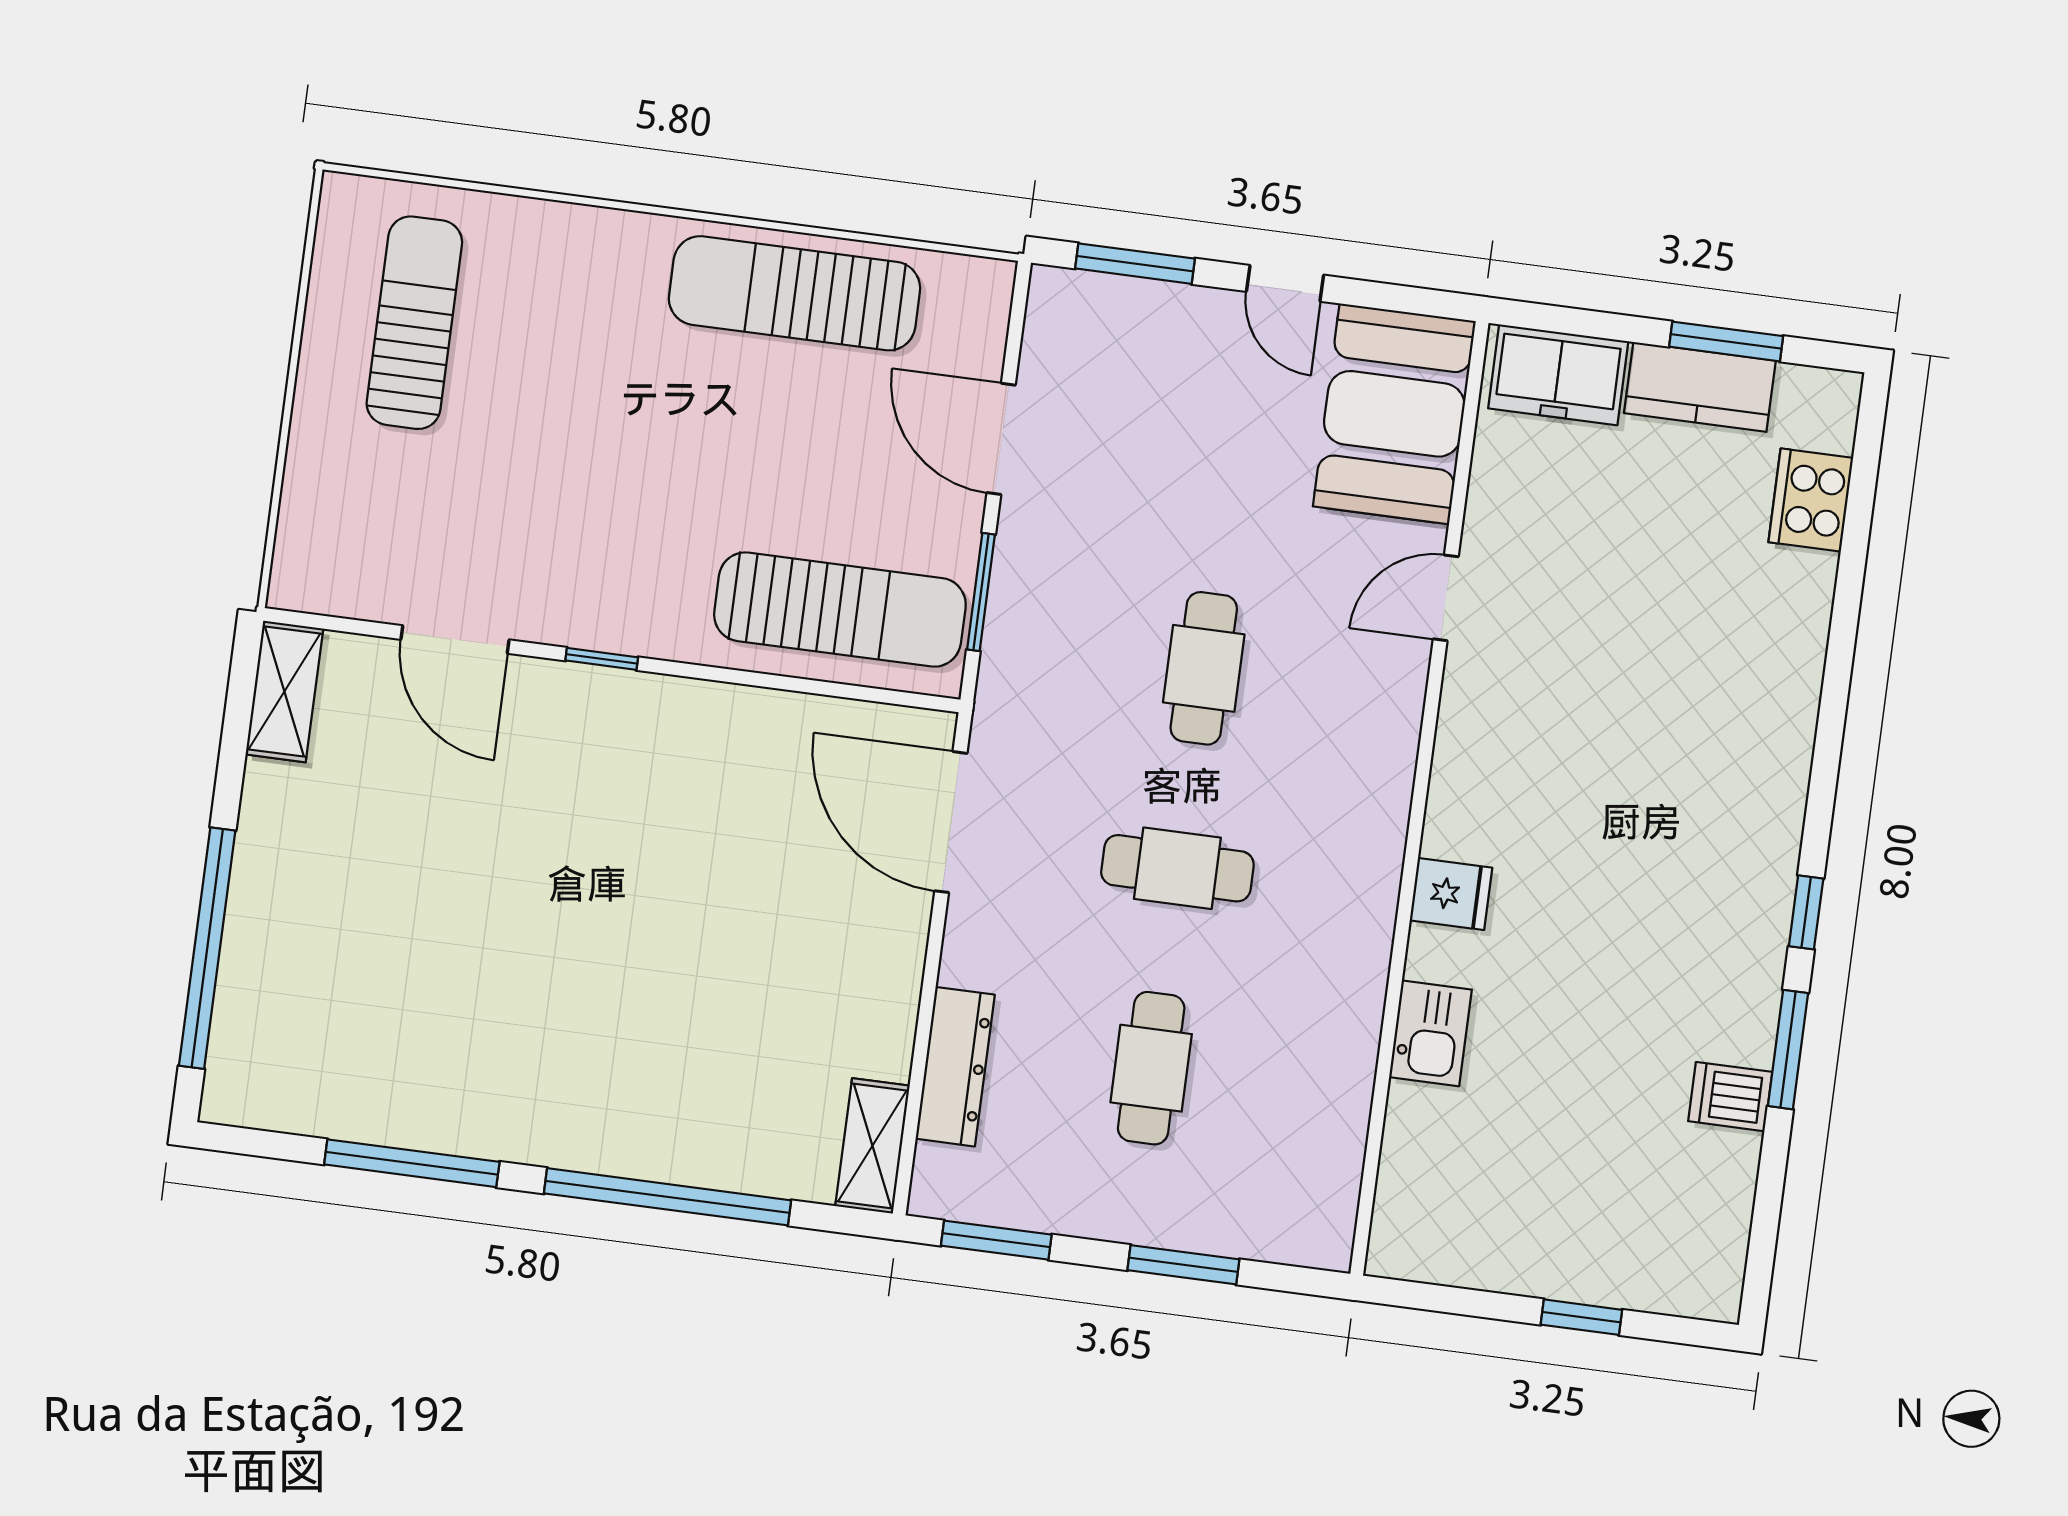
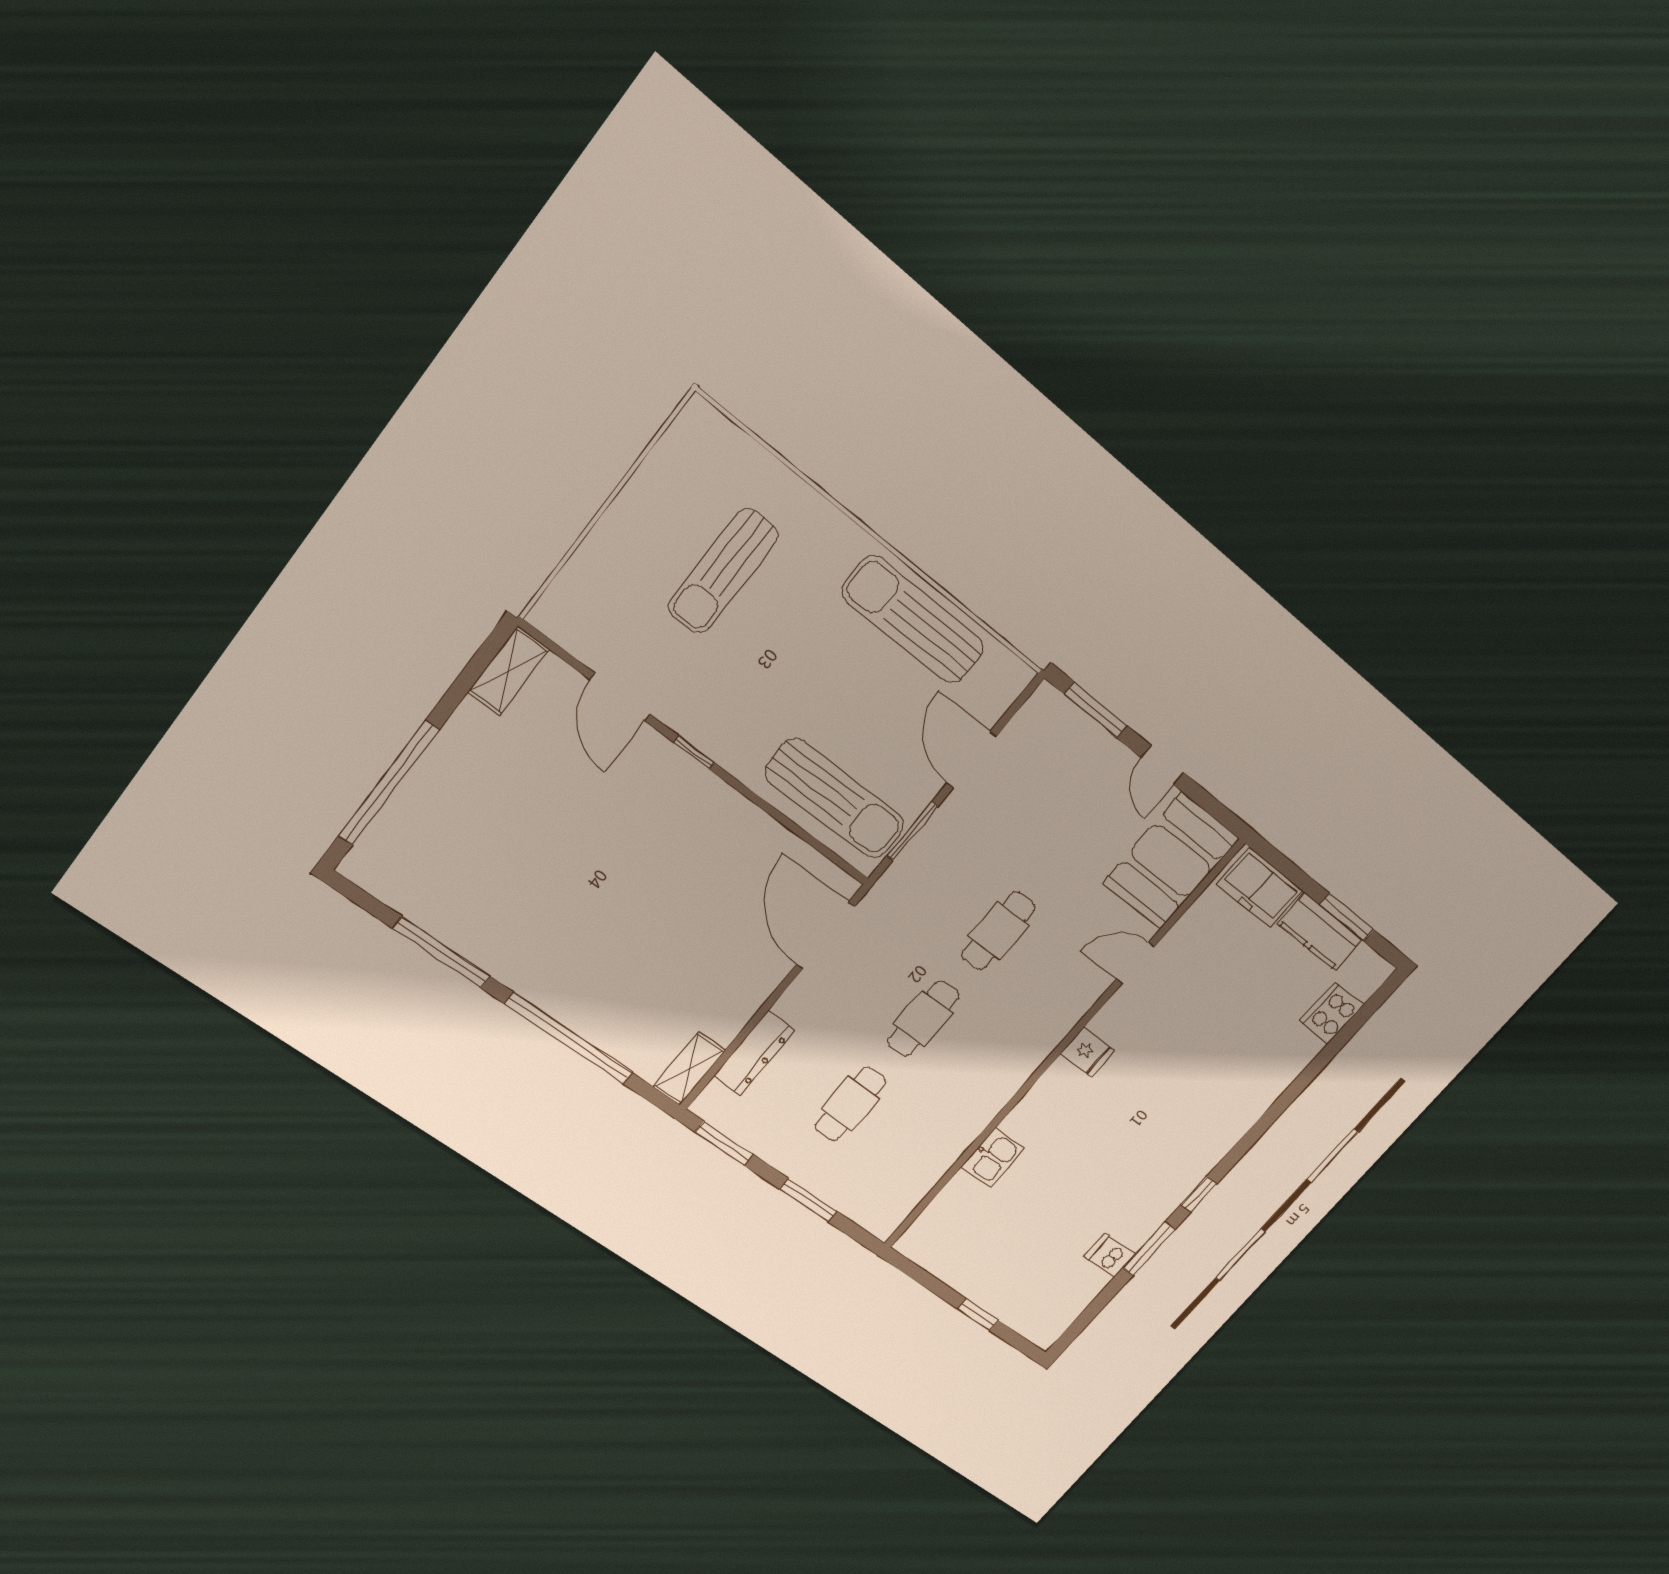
sun lounger: (414, 323) -> (723, 571), moved, turned 180
cafe table: (1177, 868) -> (923, 1019), turned 90
fridge: (1451, 894) -> (1087, 1052), moved

